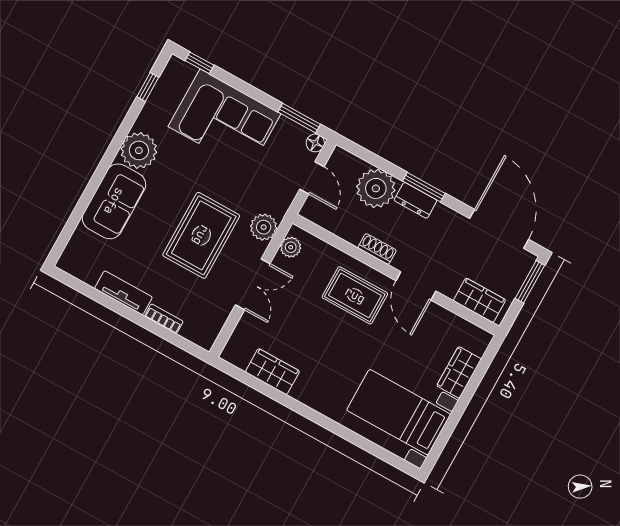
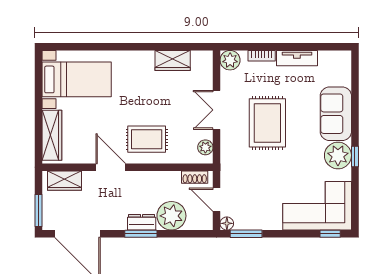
window: (148, 87) -> (355, 157), moved
corner sofa: (225, 120) -> (317, 206), moved
plant: (264, 227) -> (230, 60), moved
shoe rack: (377, 249) -> (195, 177), moved
wardrobe: (459, 372) -> (52, 135), width x1.50

